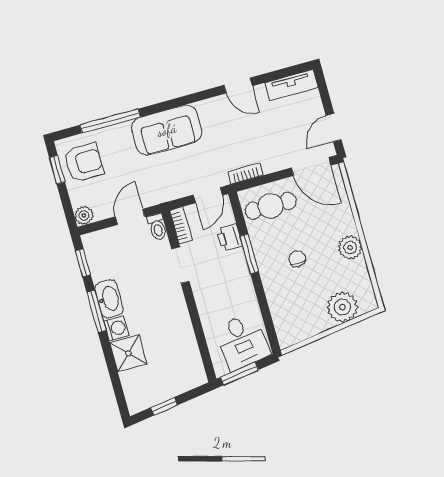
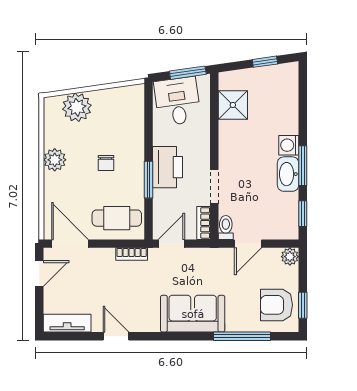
printer: (229, 238) -> (167, 167), moved, width x1.87, depth x1.48
shower: (128, 353) -> (233, 105), moved

